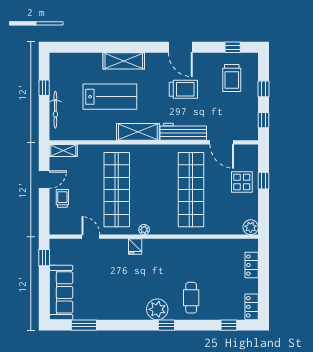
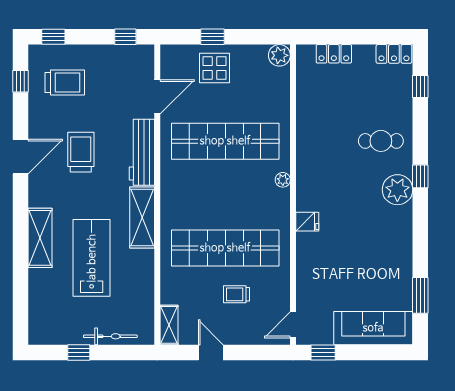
window: (263, 89) -> (53, 37), moved
trolley: (62, 198) -> (237, 294), moved
plant: (144, 230) -> (283, 180), moved
door: (91, 237) -> (293, 325), moved

